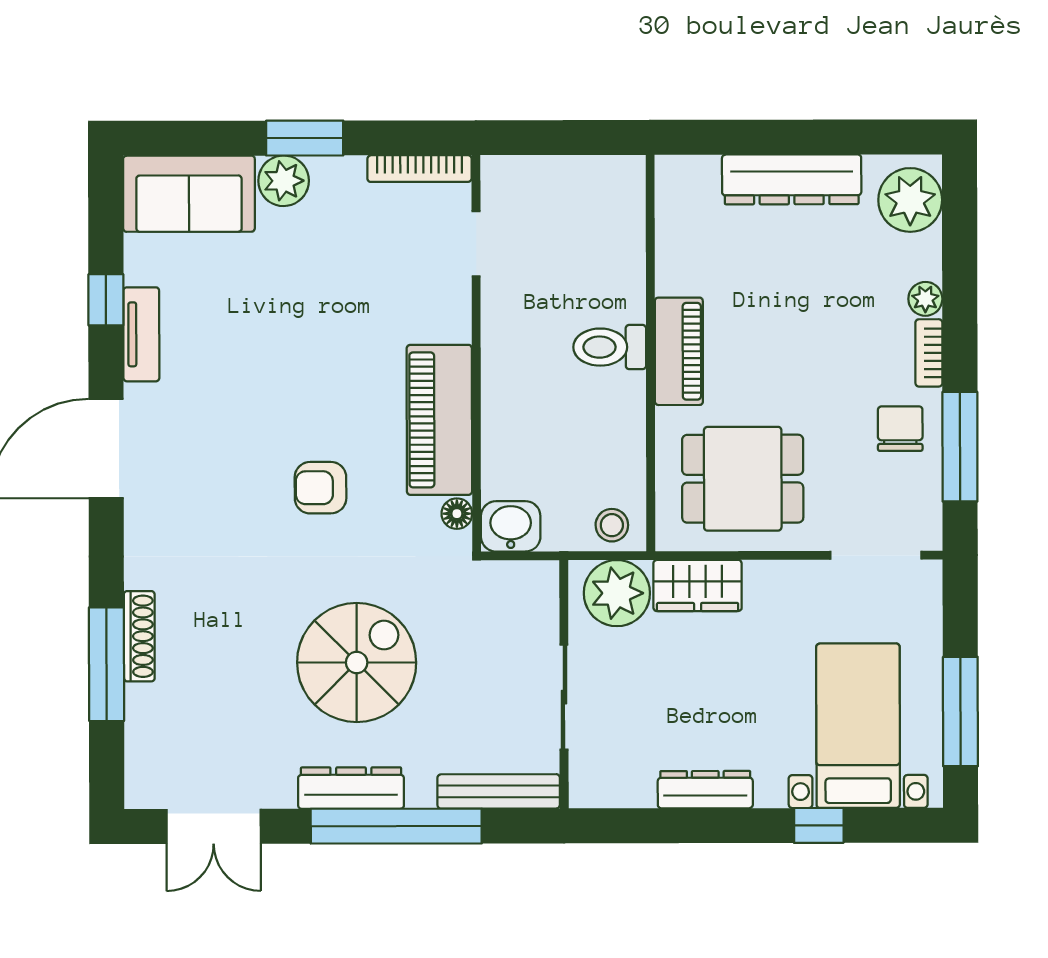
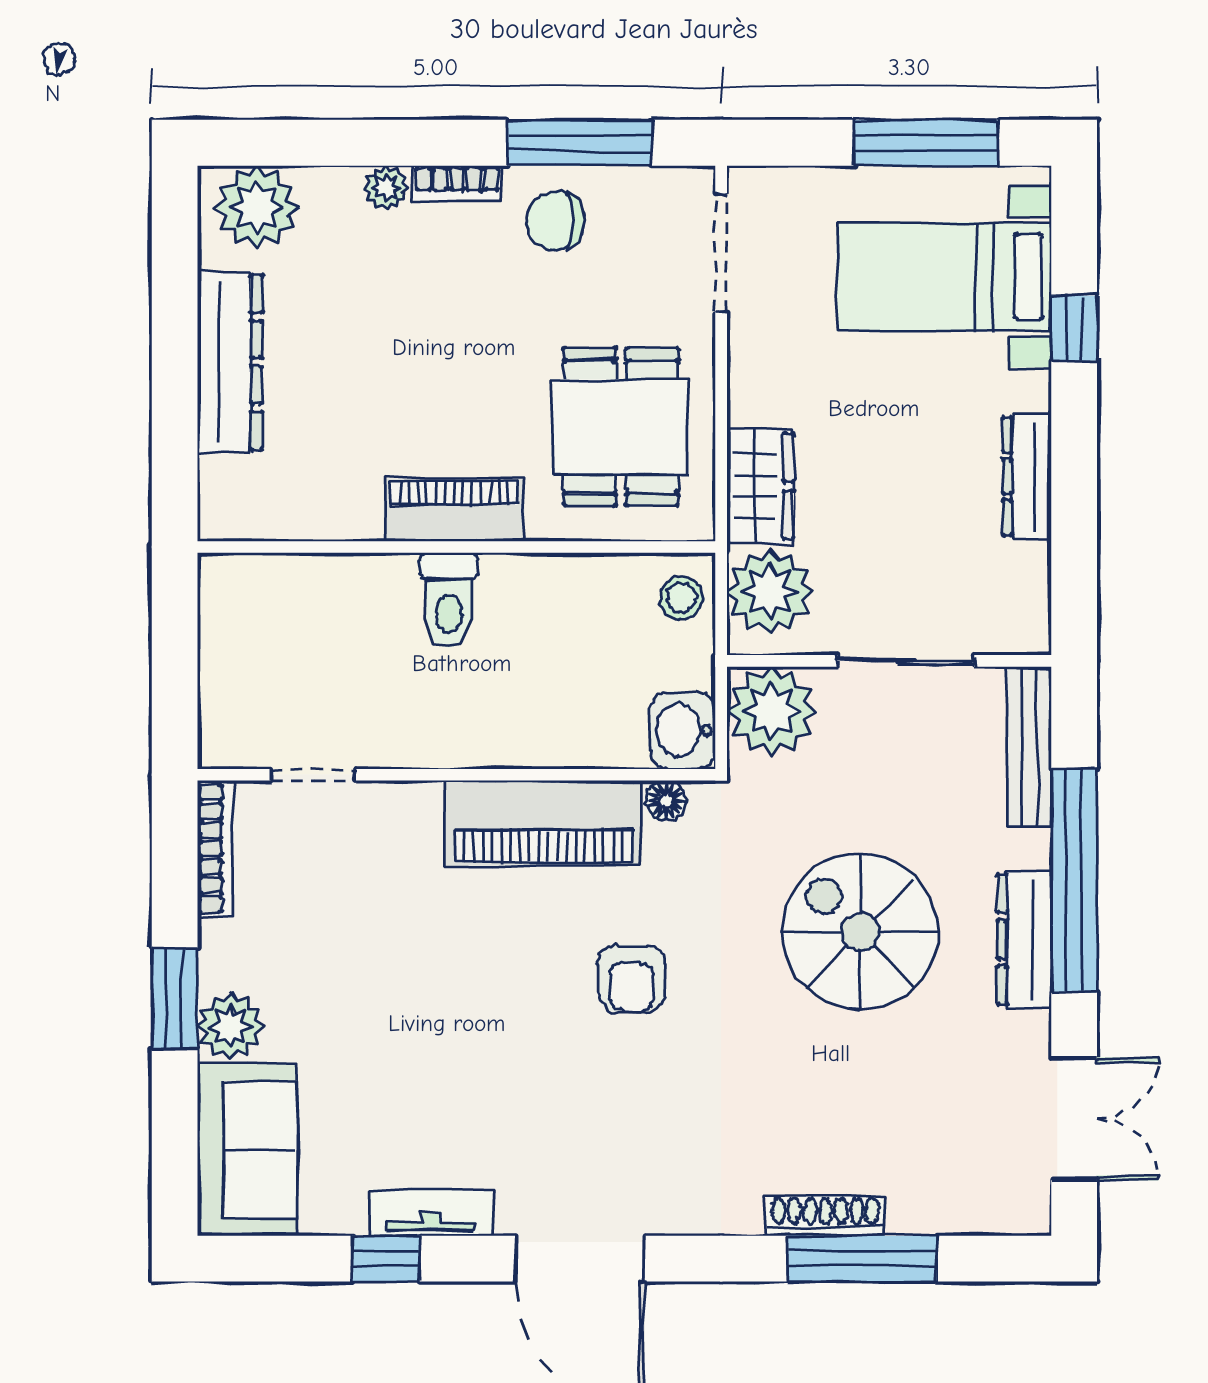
plant: (525, 594) -> (772, 711), added

